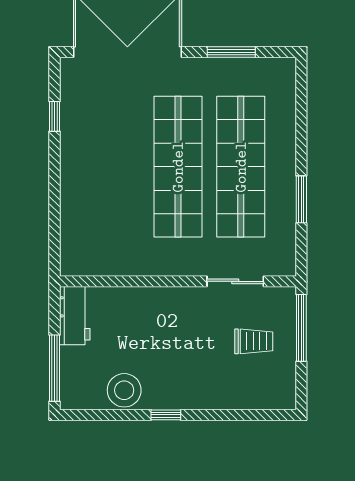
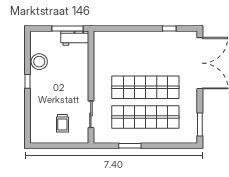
window: (231, 52) -> (200, 124), moved
window: (301, 328) -> (69, 146), removed
window: (54, 368) -> (68, 29), moved

